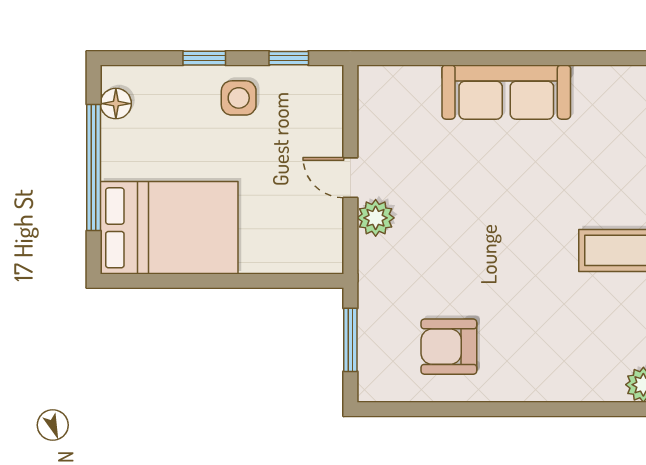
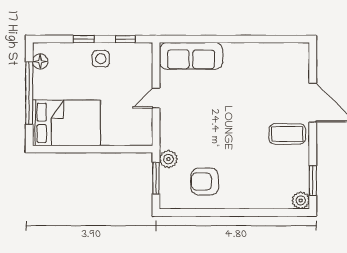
sofa: (506, 92) -> (191, 56), moved
door: (350, 178) -> (156, 98), hinge flipped
plant: (376, 218) -> (168, 159), moved

